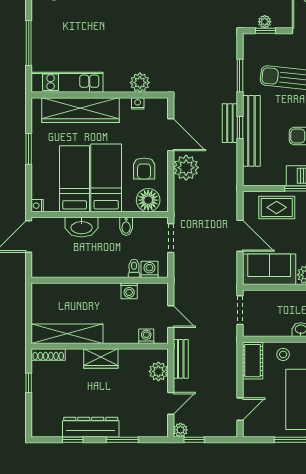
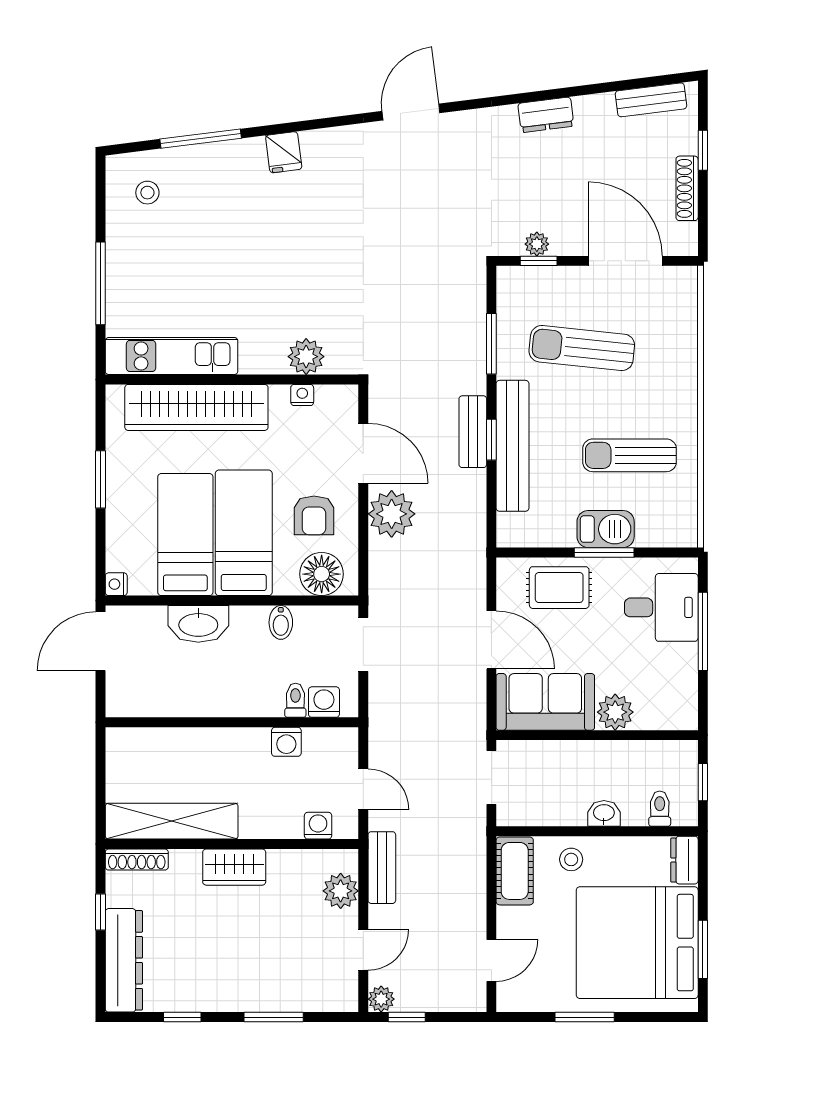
dresser: (91, 427) -> (124, 960), moved, turned 90

